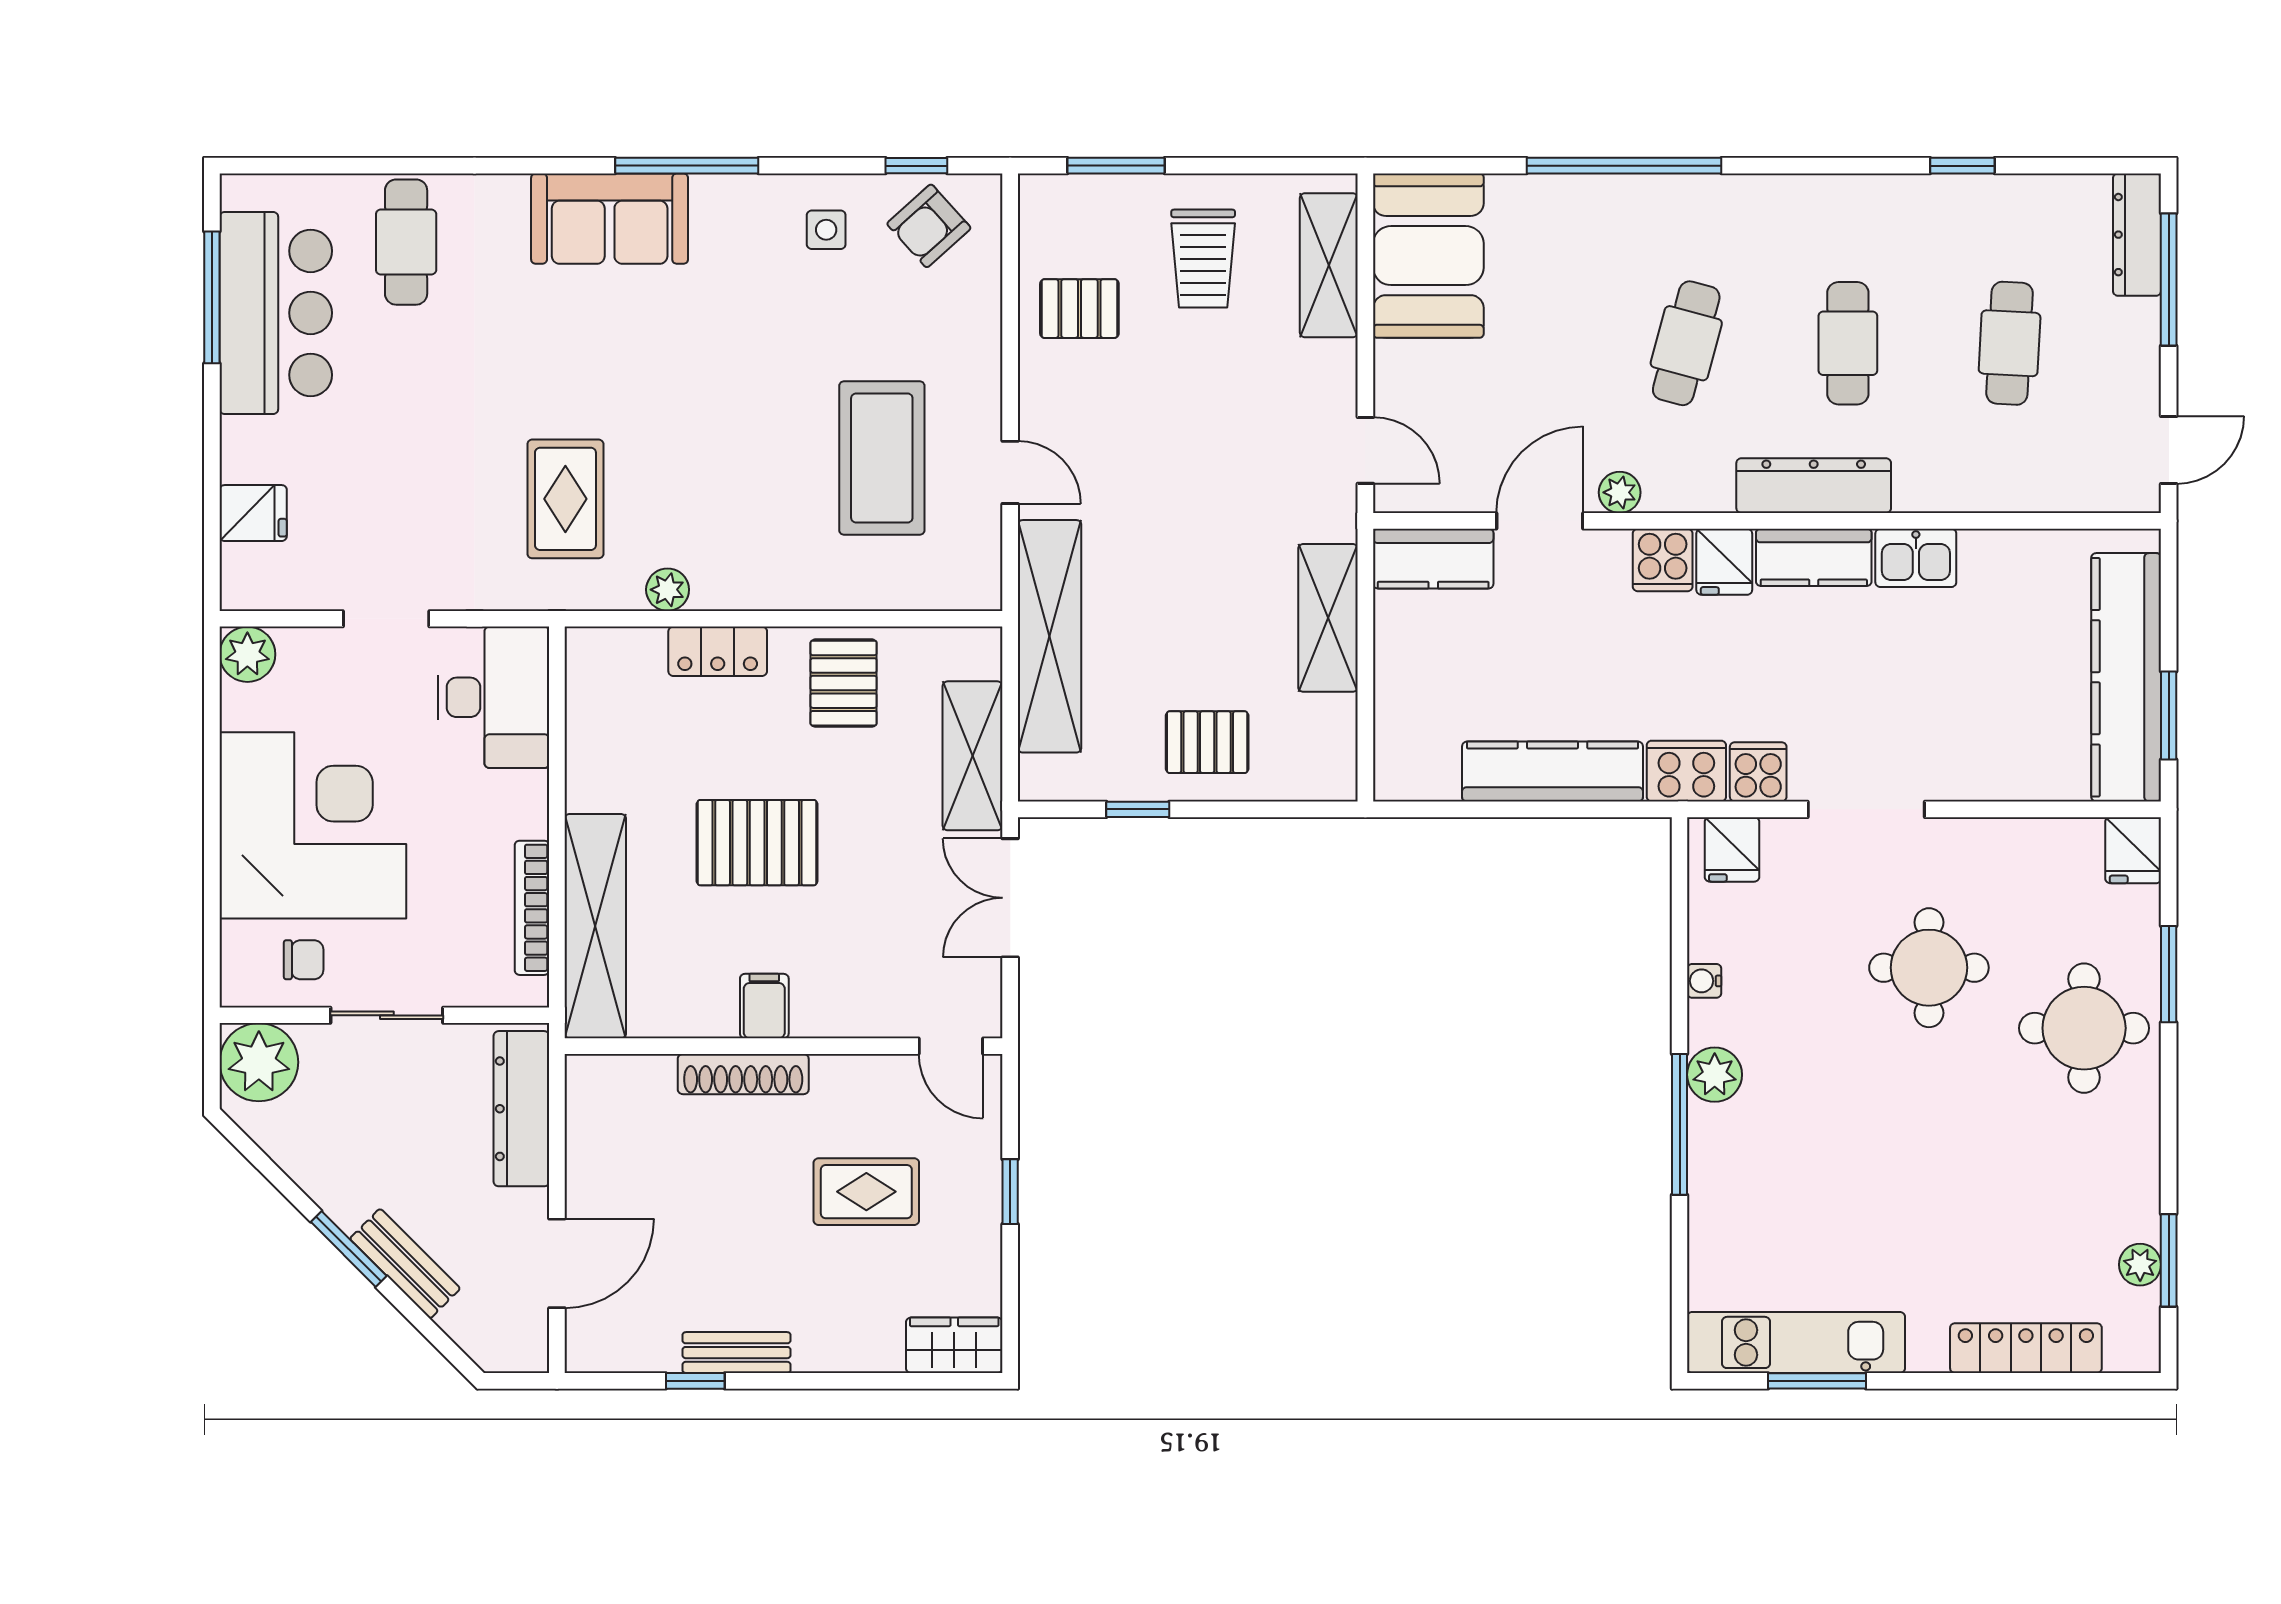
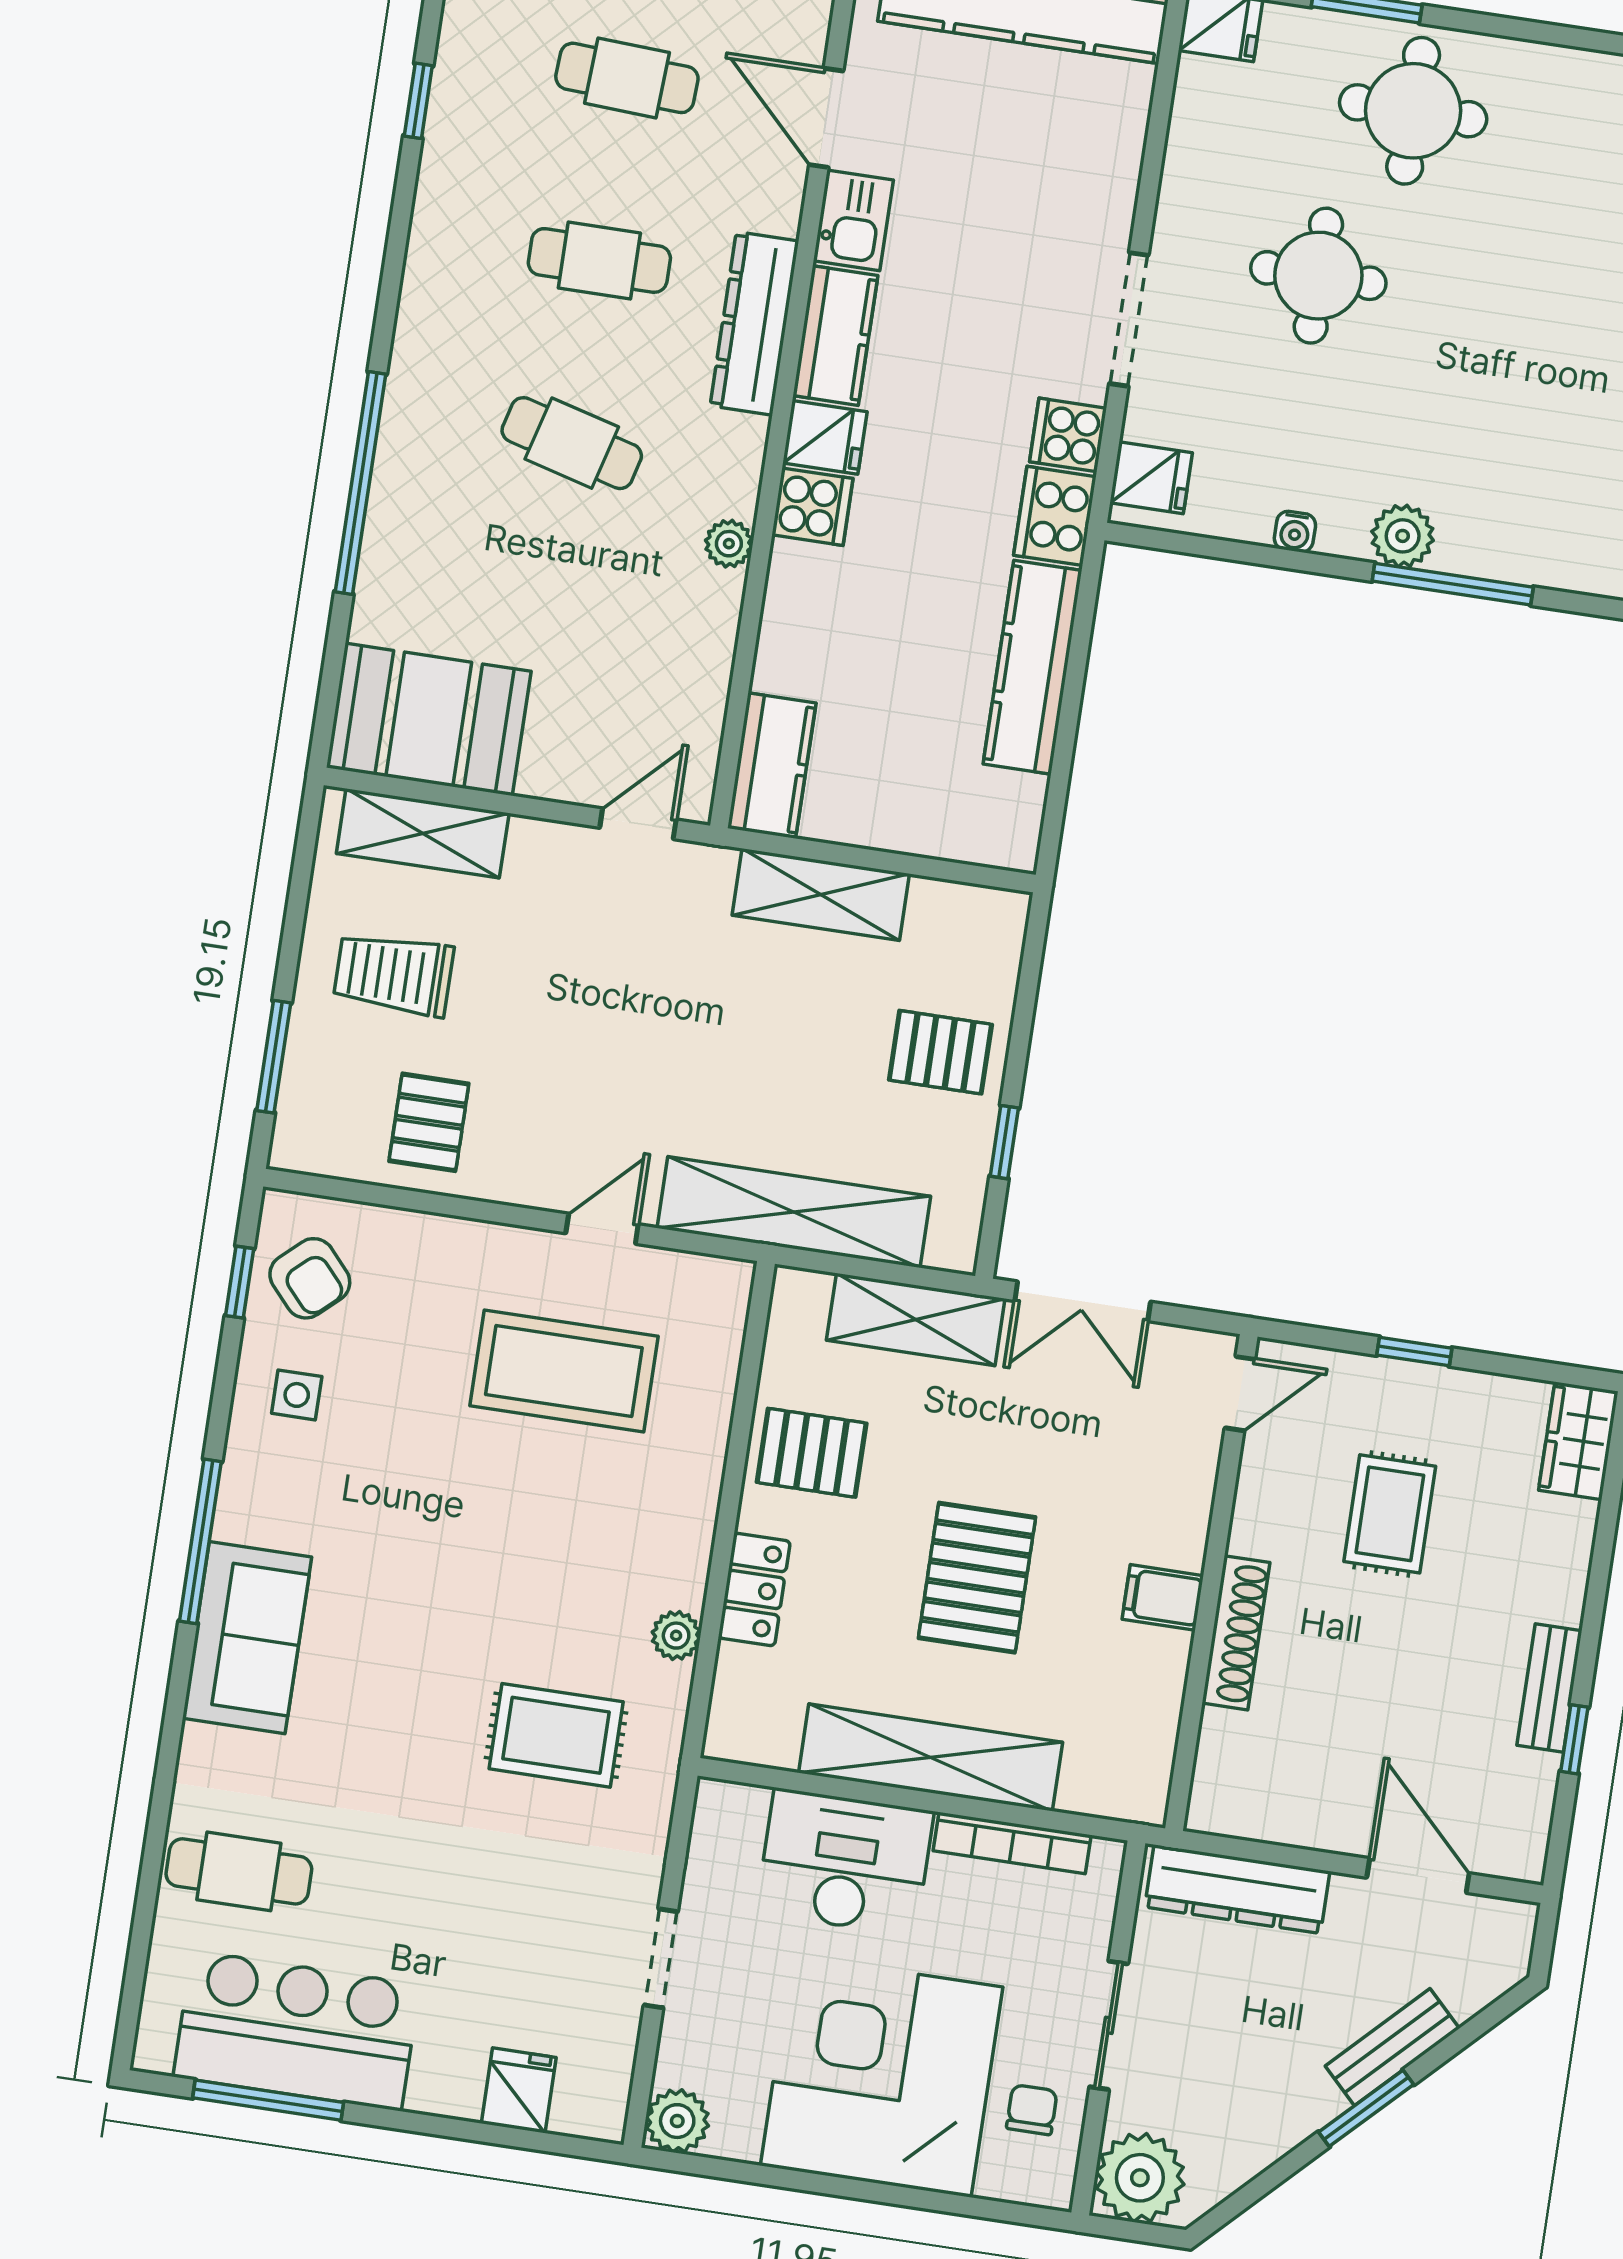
trolley: (1203, 259) -> (394, 974), turned 180
door: (1540, 521) -> (826, 118), moved
desk: (494, 697) -> (845, 1862), moved
pallet: (1207, 742) -> (940, 1052), turned 90
shelving: (595, 926) -> (931, 1758), moved

